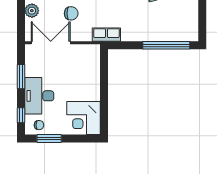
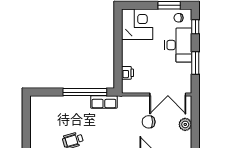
row of seats: (106, 35) -> (104, 102), moved
window: (166, 45) -> (85, 92), moved
printer: (94, 66) -> (128, 73), added

